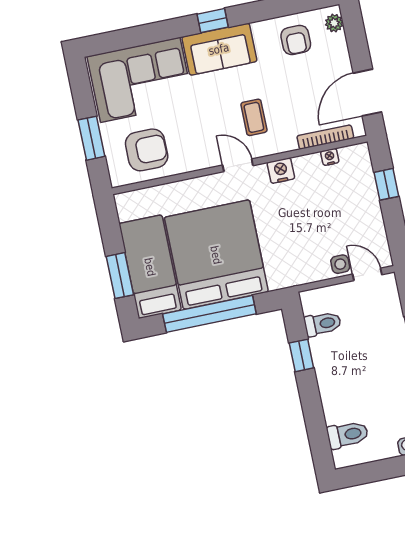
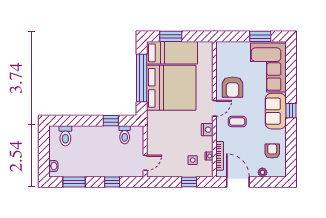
plant: (334, 23) -> (262, 172), moved
armchair: (296, 40) -> (272, 151), turned 90
window: (91, 138) -> (260, 36), moved
armchair: (147, 150) -> (233, 87), moved
side table: (340, 264) -> (193, 160), moved

